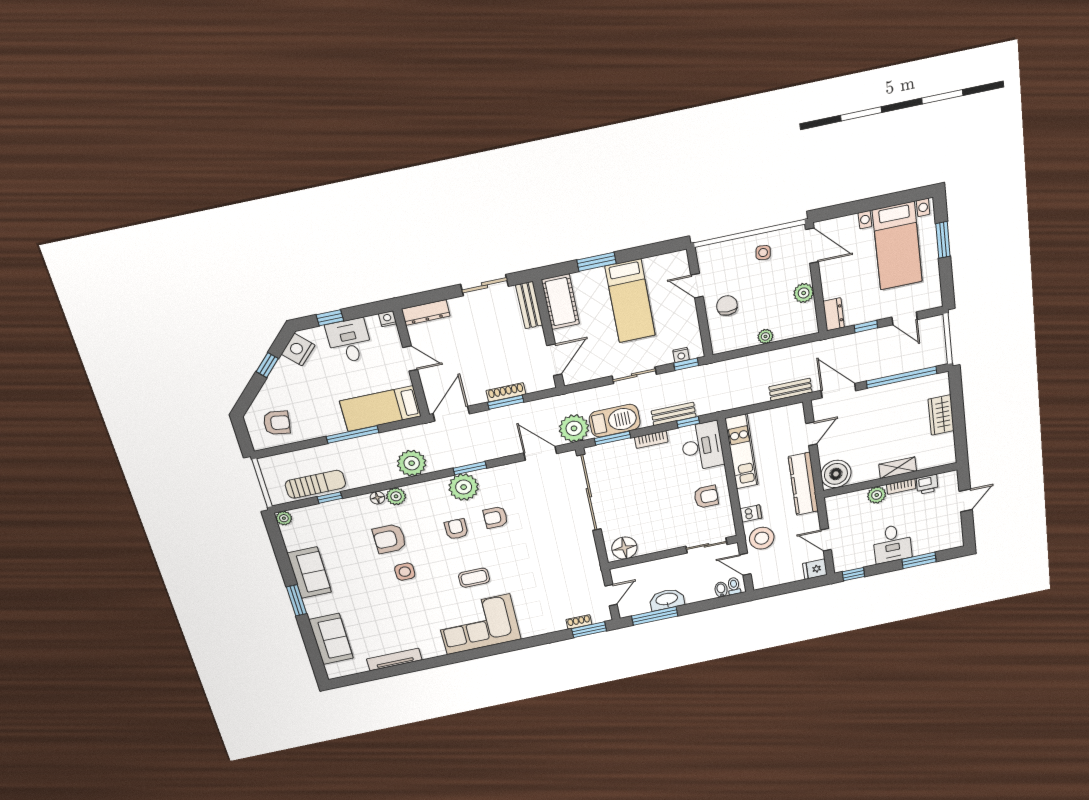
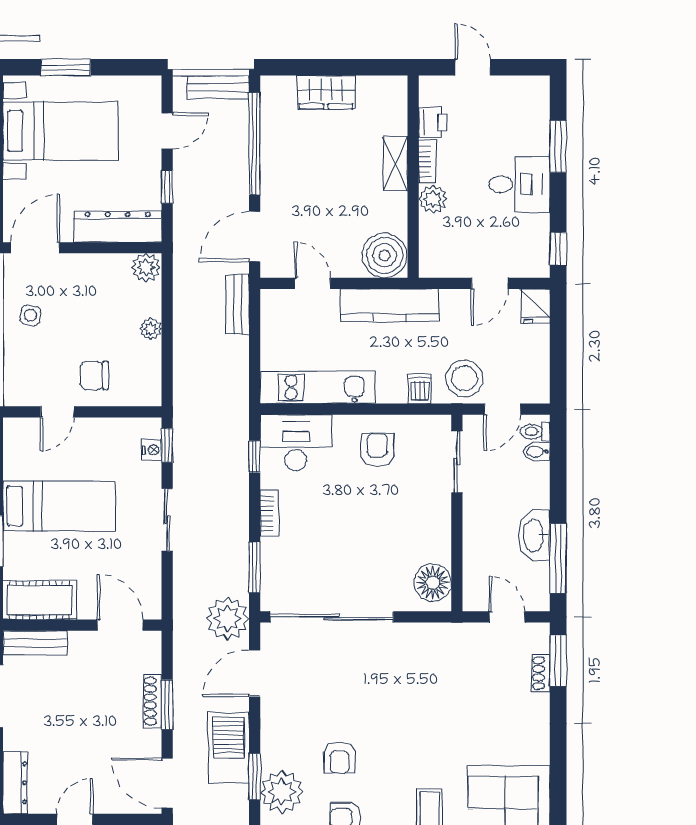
plant: (804, 293) -> (146, 268), moved
dresser: (834, 314) -> (118, 227), width x1.96, depth x1.24
bench: (674, 414) -> (218, 87), moved, turned 90
barbecue: (615, 421) -> (229, 748), moved

